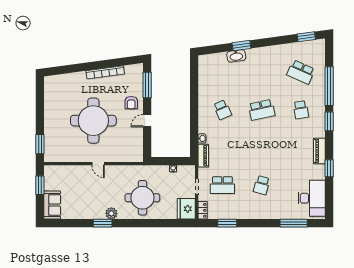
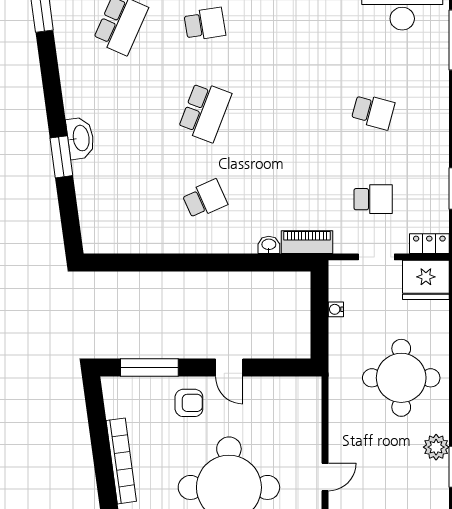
washbasin: (236, 56) -> (80, 138), moved
school desk: (262, 110) -> (205, 112), turned 33
school desk: (222, 185) -> (373, 199), width x0.54

